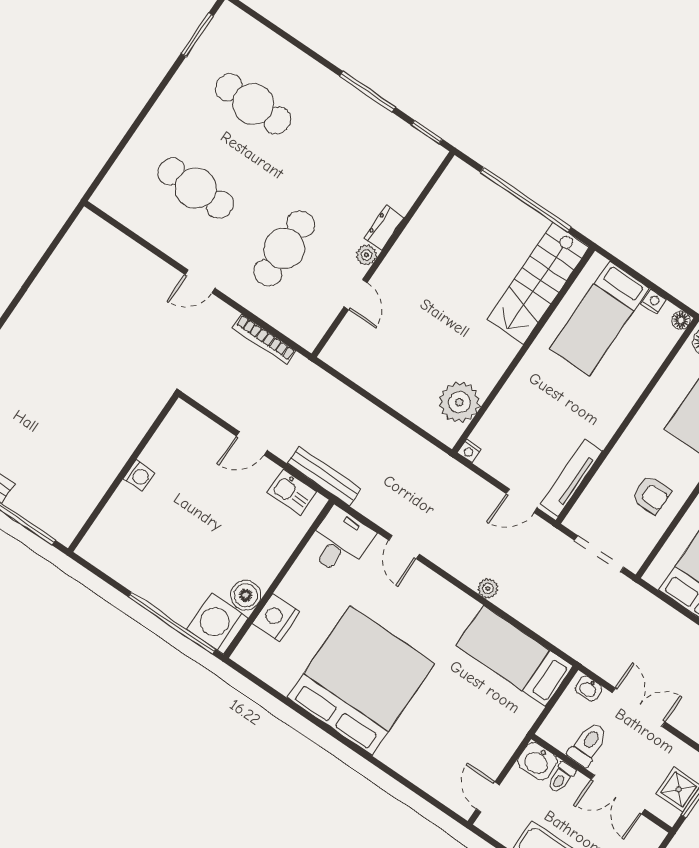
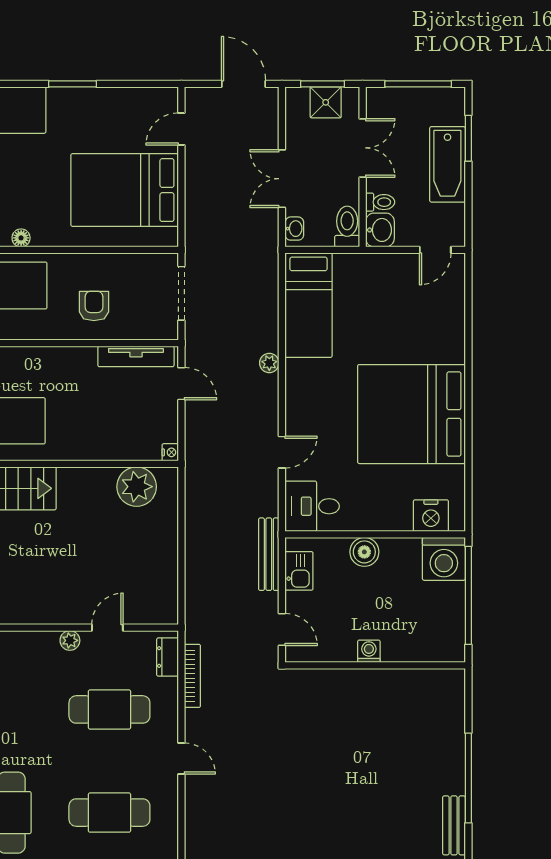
cafe table: (196, 188) -> (109, 813), turned 90
dresser: (384, 228) -> (167, 657), moved, turned 90
wall: (123, 473) -> (375, 665), moved
washing machine: (139, 476) -> (369, 651), moved
armchair: (651, 495) -> (94, 306), moved
boiler: (246, 595) -> (364, 552), moved
nightstand: (276, 617) -> (431, 516), moved
toilet: (588, 744) -> (347, 227), moved, turned 90

